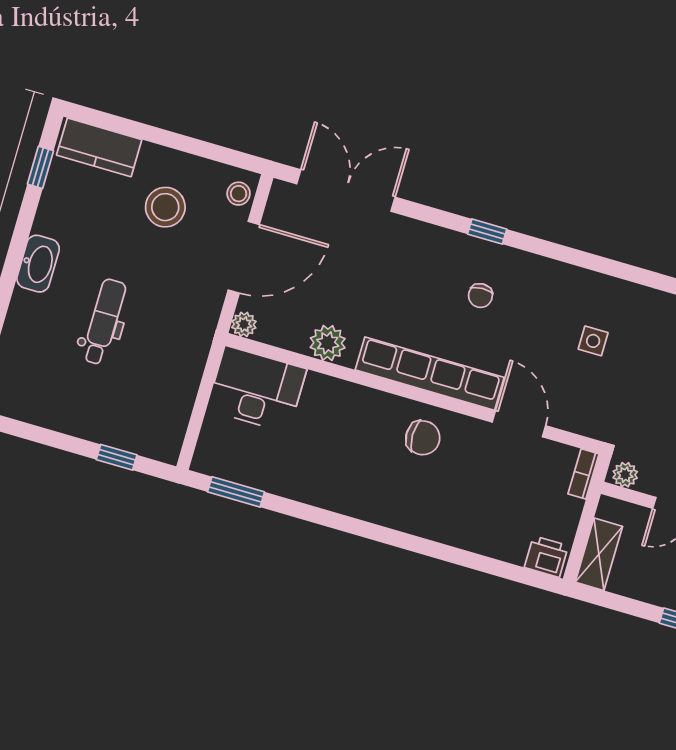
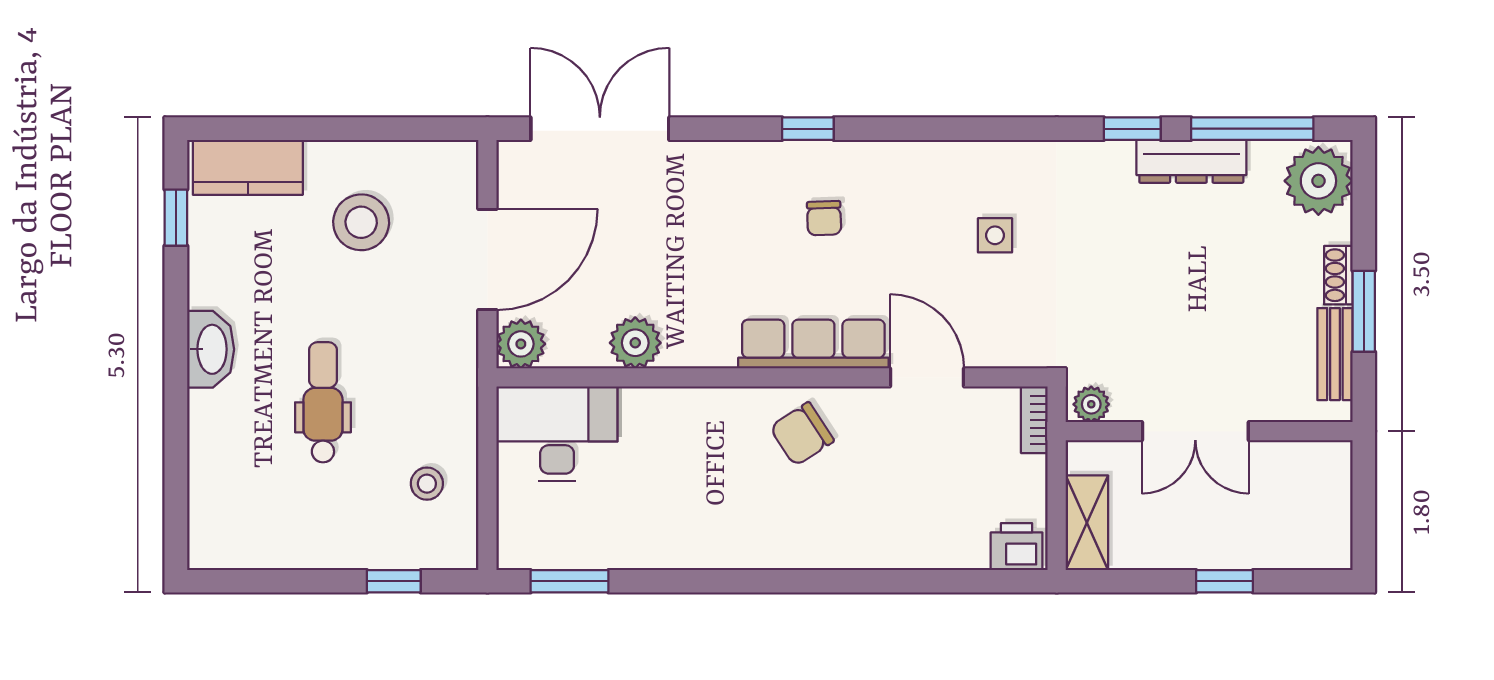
stool: (239, 194) -> (427, 484), moved
plant: (244, 324) -> (521, 344), width x1.38, depth x1.38
row of seats: (430, 374) -> (813, 344), width x0.73
chair: (423, 438) -> (802, 434), turned 147

